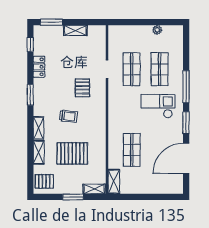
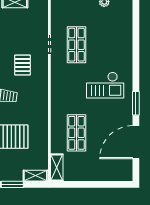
shop shelf: (160, 69) -> (107, 45), removed
window: (186, 87) -> (136, 64), removed
checkout: (158, 106) -> (105, 85), turned 180

